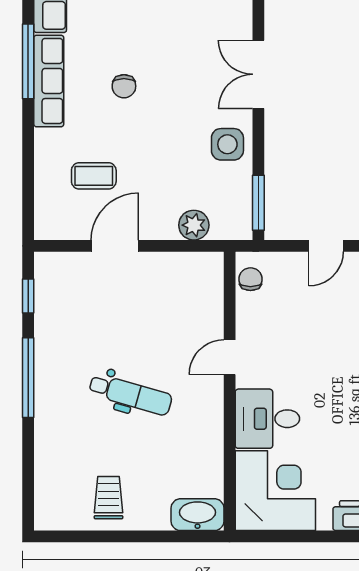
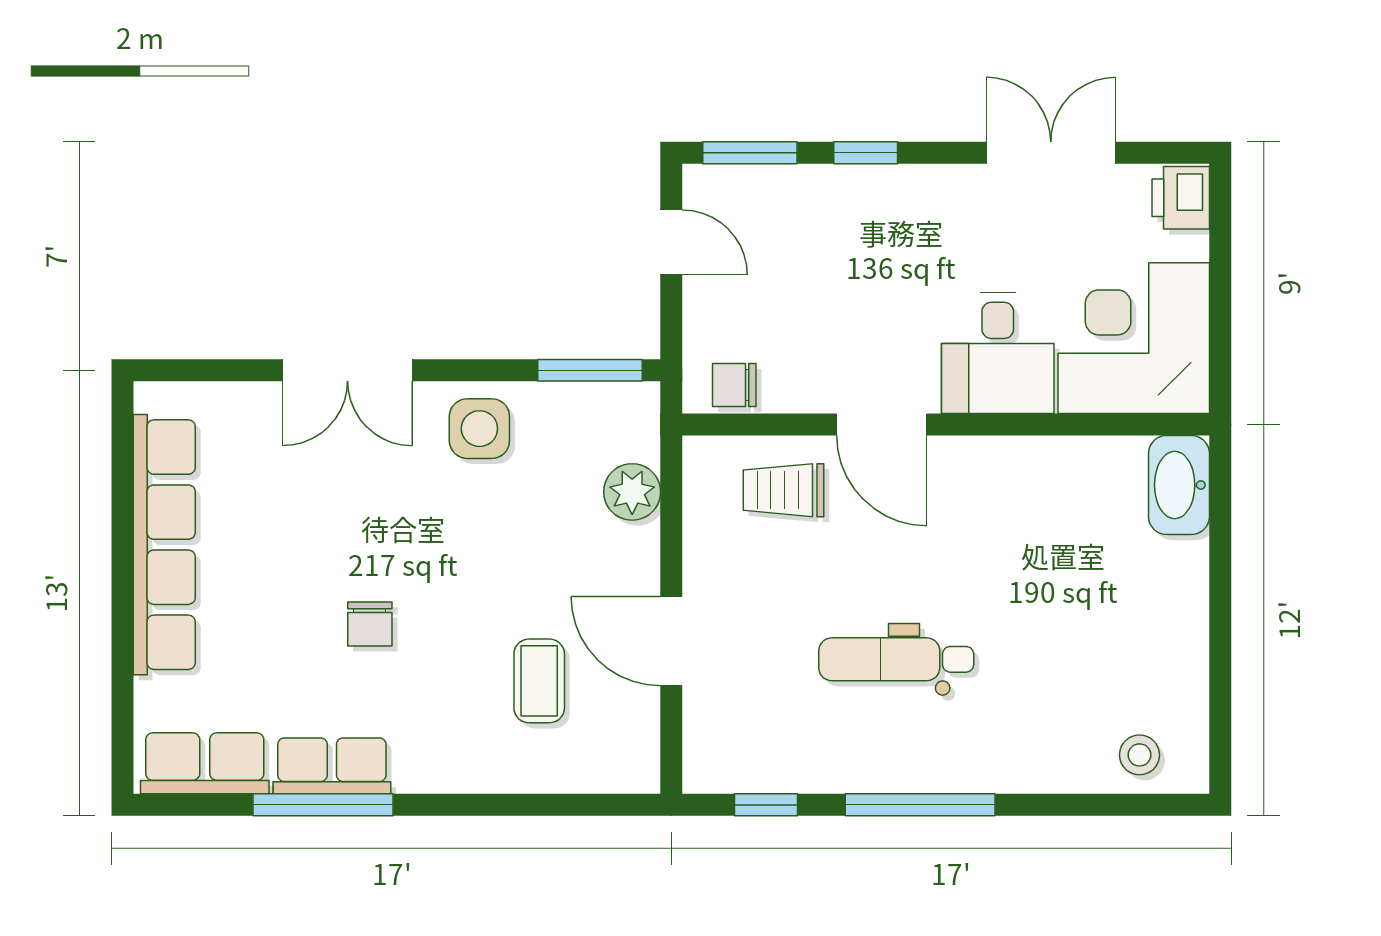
row of seats: (49, 81) -> (332, 766), width x0.68
chair: (124, 86) -> (370, 624), turned 90
door: (230, 357) -> (882, 424), width x1.38
dental chair: (130, 394) -> (896, 659), moved, turned -106
stool: (55, 494) -> (1139, 755), added
trolley: (109, 498) -> (783, 490), moved

